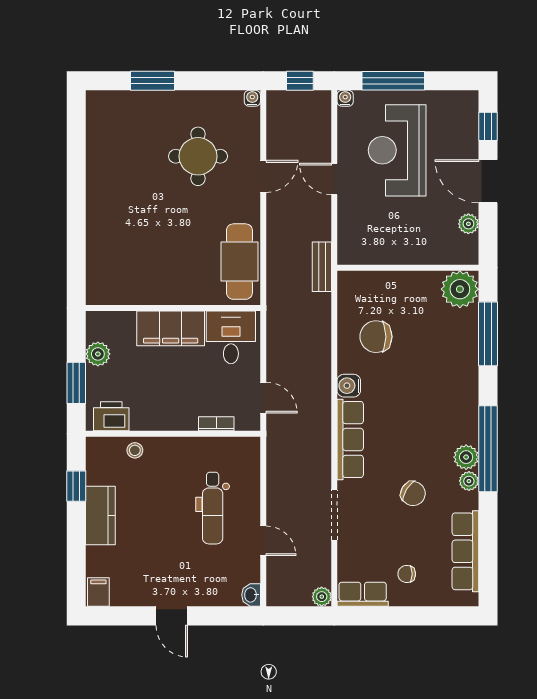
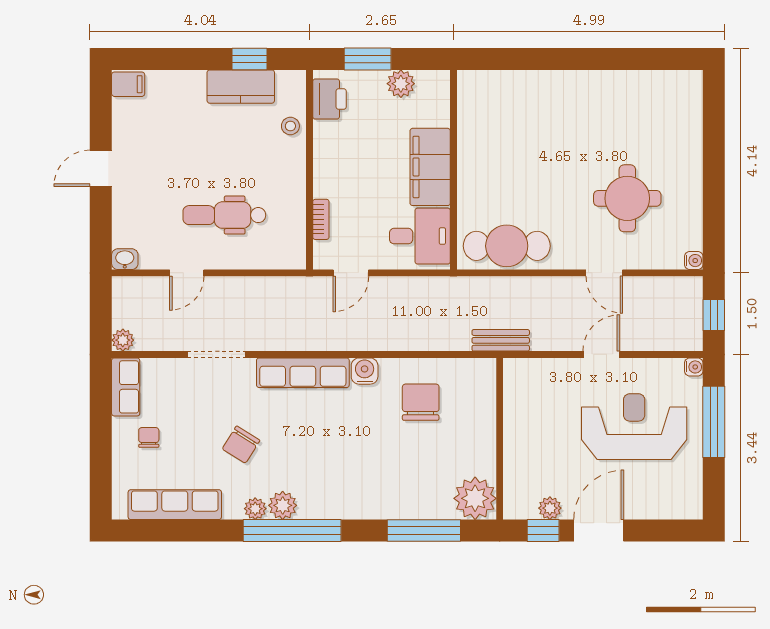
window: (152, 81) -> (714, 146), removed
window: (488, 126) -> (543, 531), moved
kitchen counter: (100, 515) -> (241, 87), moved

